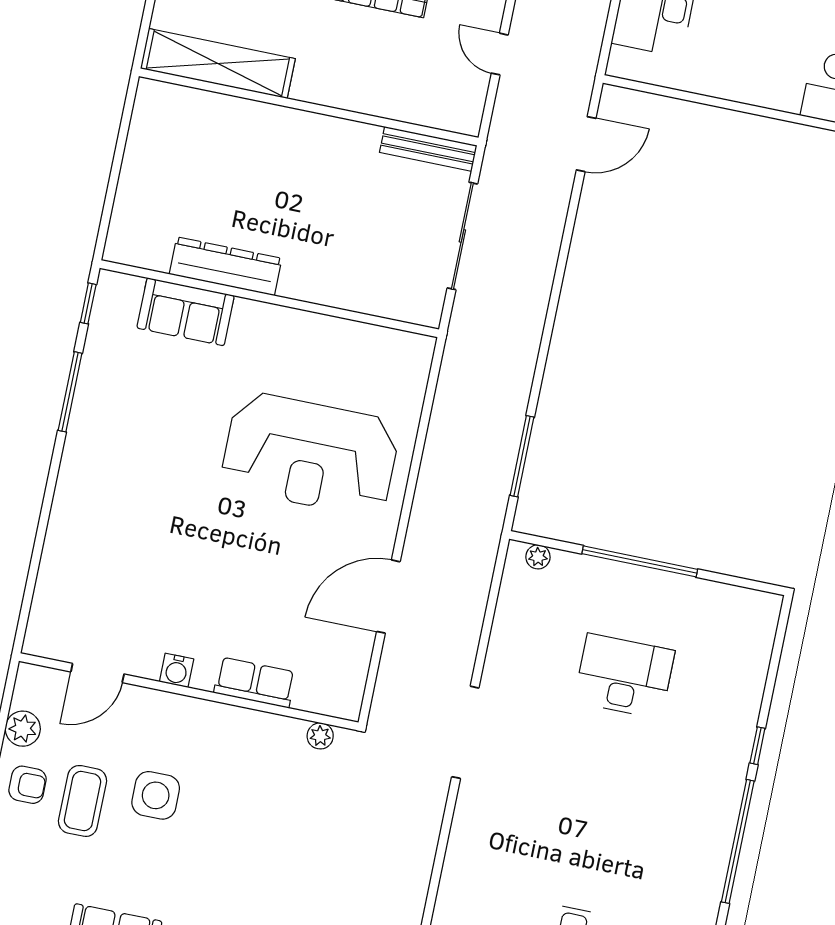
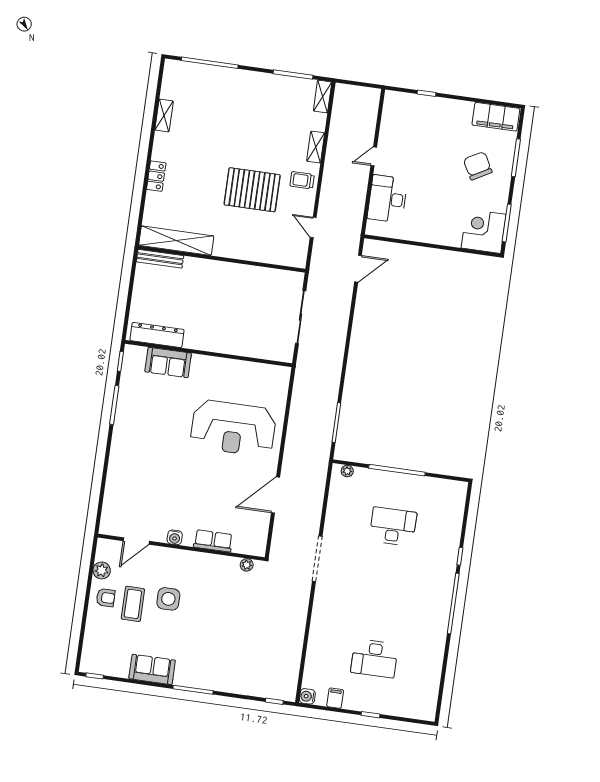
bench: (428, 149) -> (160, 259), moved
dresser: (226, 266) -> (157, 335), moved

